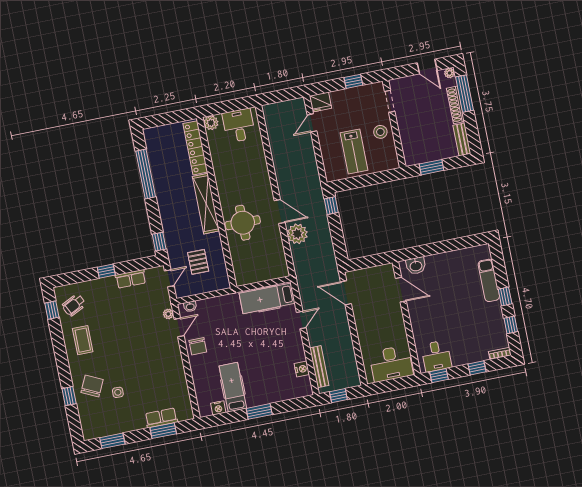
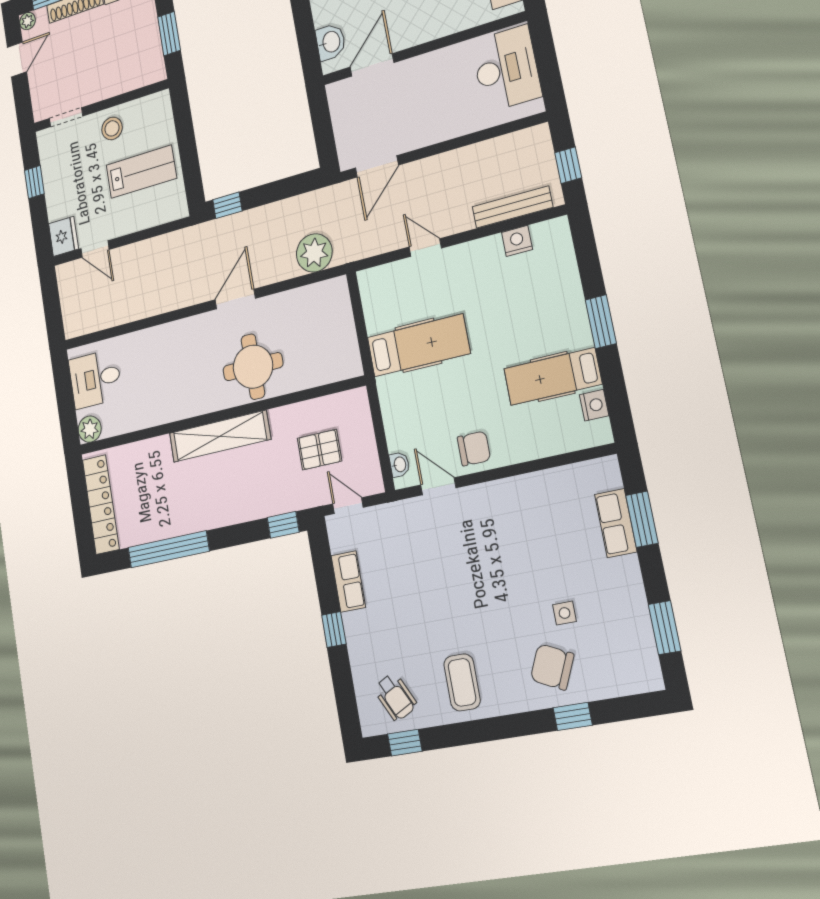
locker: (195, 148) -> (101, 504), moved, turned -90
plant: (297, 234) -> (314, 253), moved
hospital bed: (267, 298) -> (418, 345), moved, turned -90
plant: (168, 314) -> (413, 508), removed
coffee table: (83, 340) -> (462, 682), turned 90

